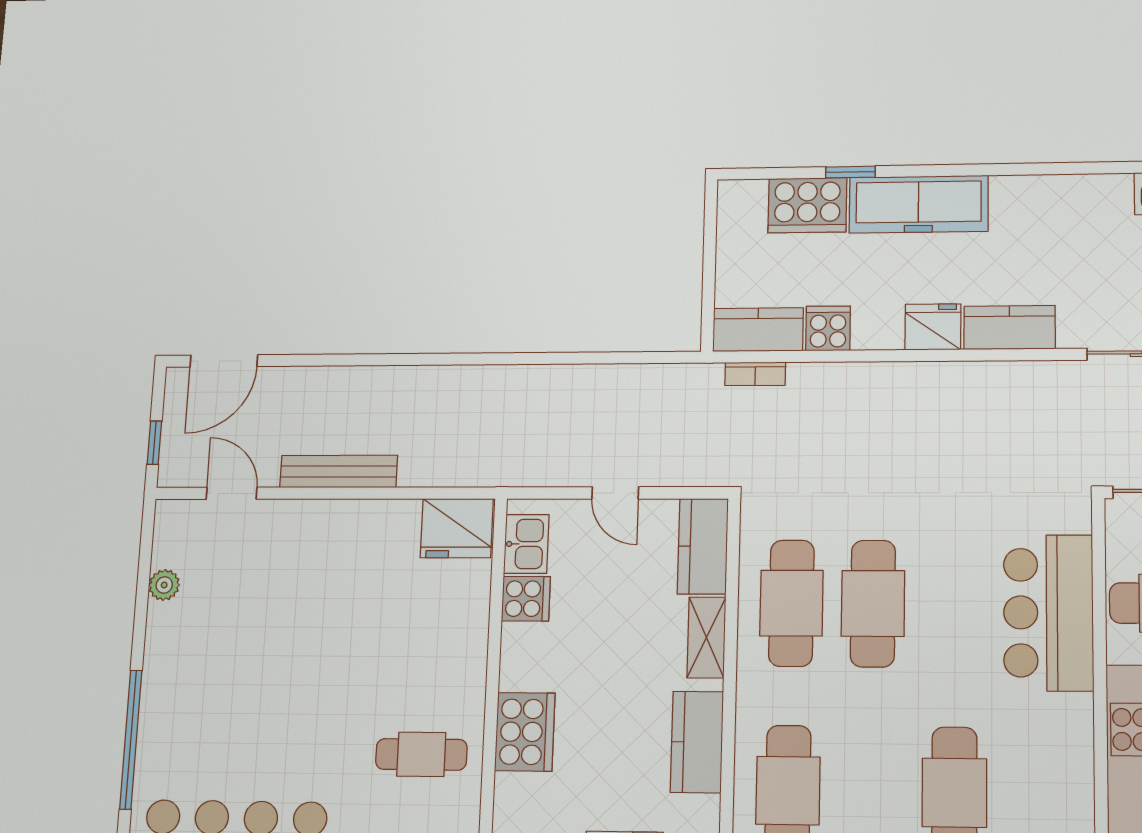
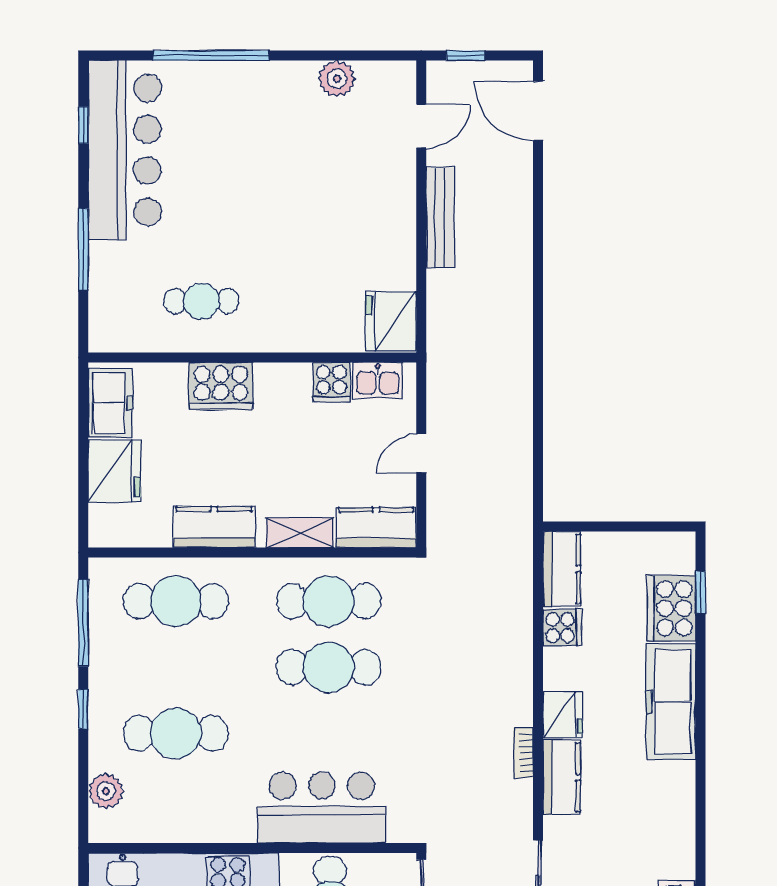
window: (850, 172) -> (701, 592), moved
bookcase: (755, 374) -> (523, 753), moved
plant: (164, 585) -> (337, 79), width x1.38, depth x1.38
cafe table: (421, 754) -> (201, 301), turned 90

